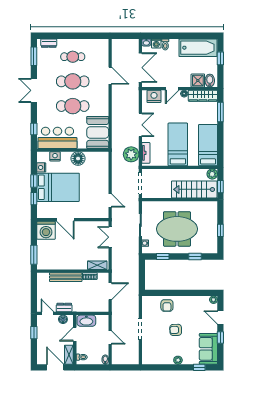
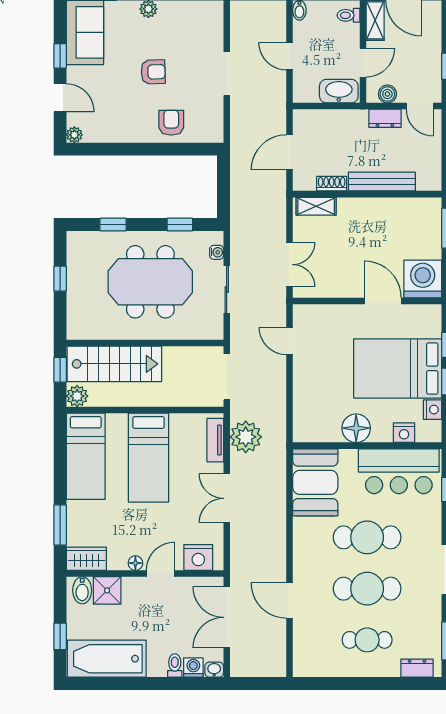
wardrobe: (203, 96) -> (86, 559), width x0.67

